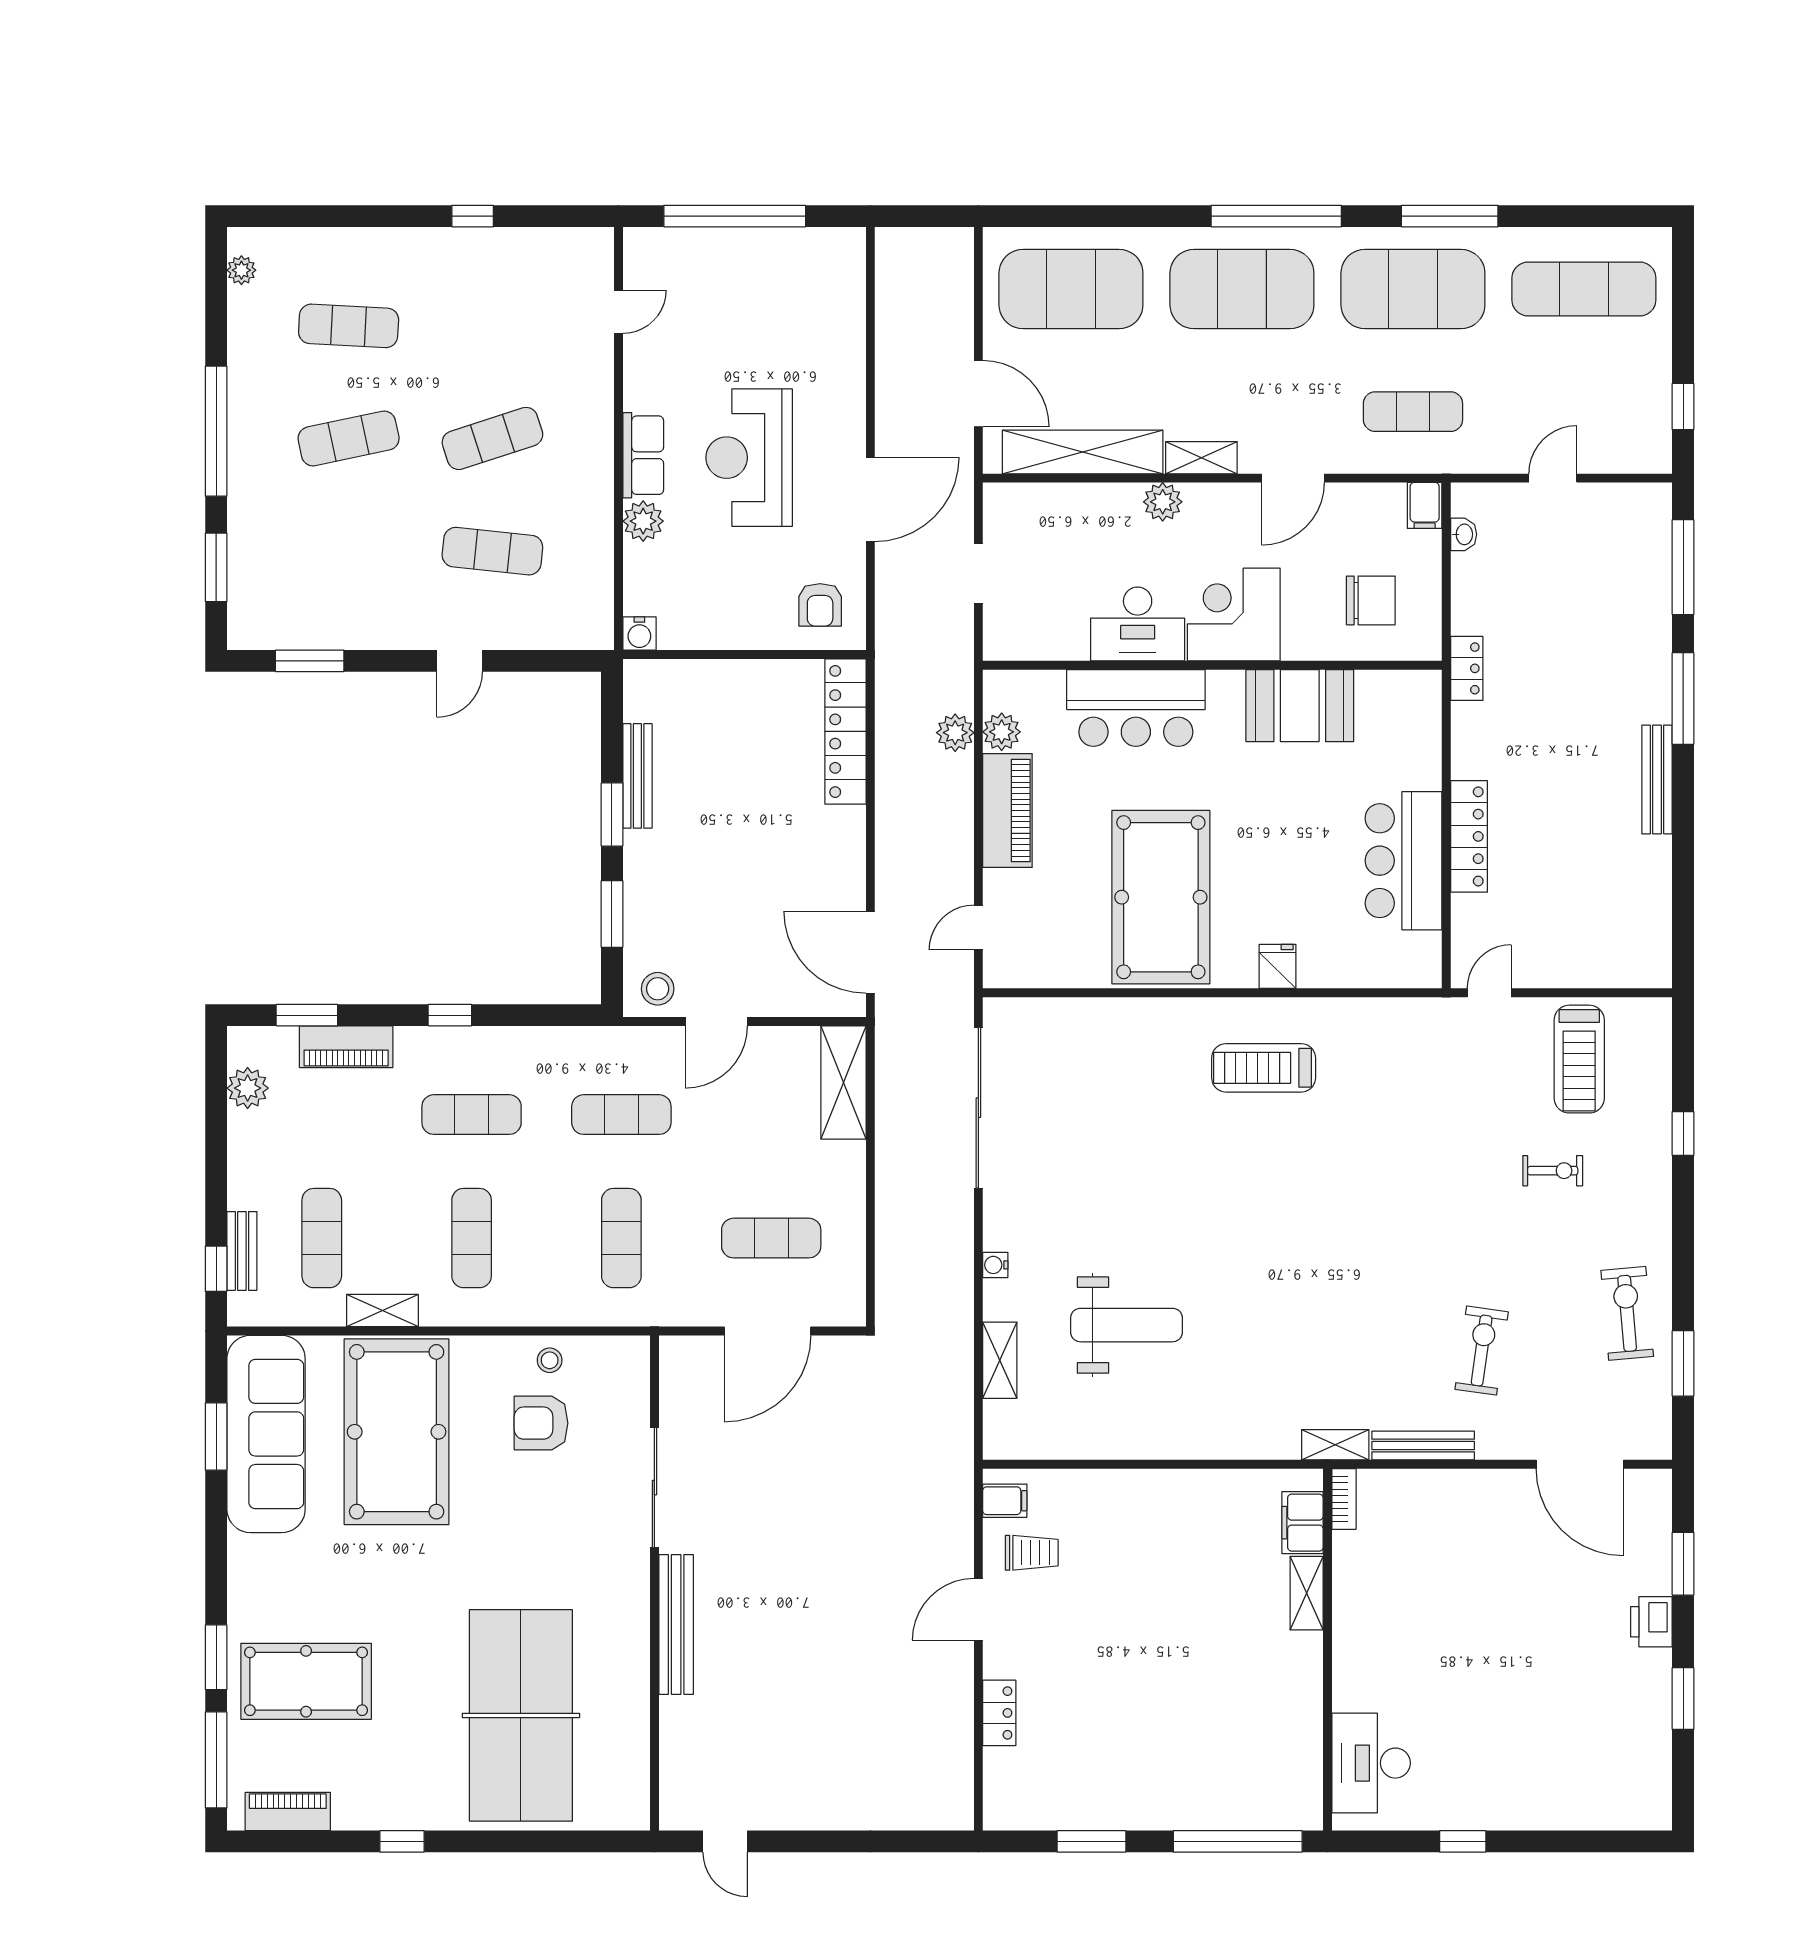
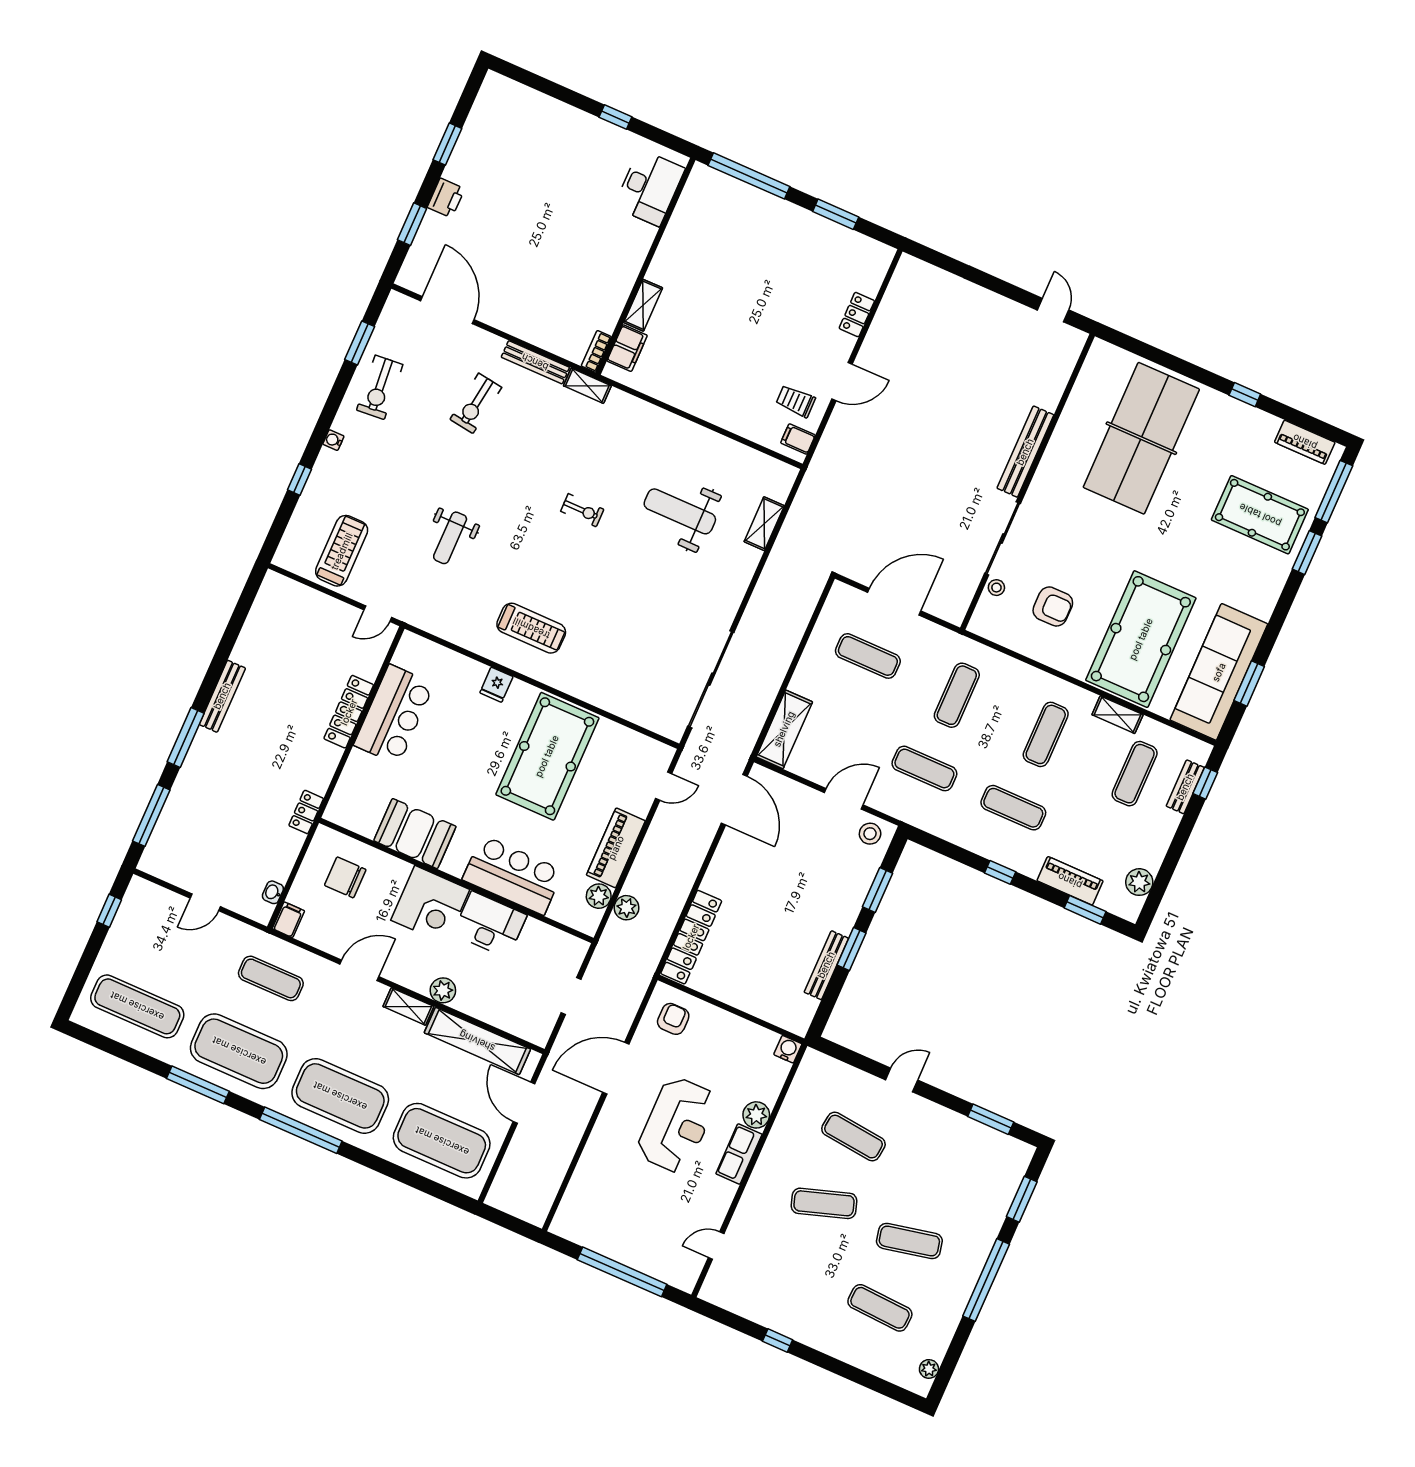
weight bench: (1434, 1145) -> (450, 538), added
exercise bike: (1553, 1171) -> (582, 510), moved, turned 180
water cooler: (995, 1265) -> (333, 440), moved, turned 180
stool: (550, 1360) -> (996, 588), moved

